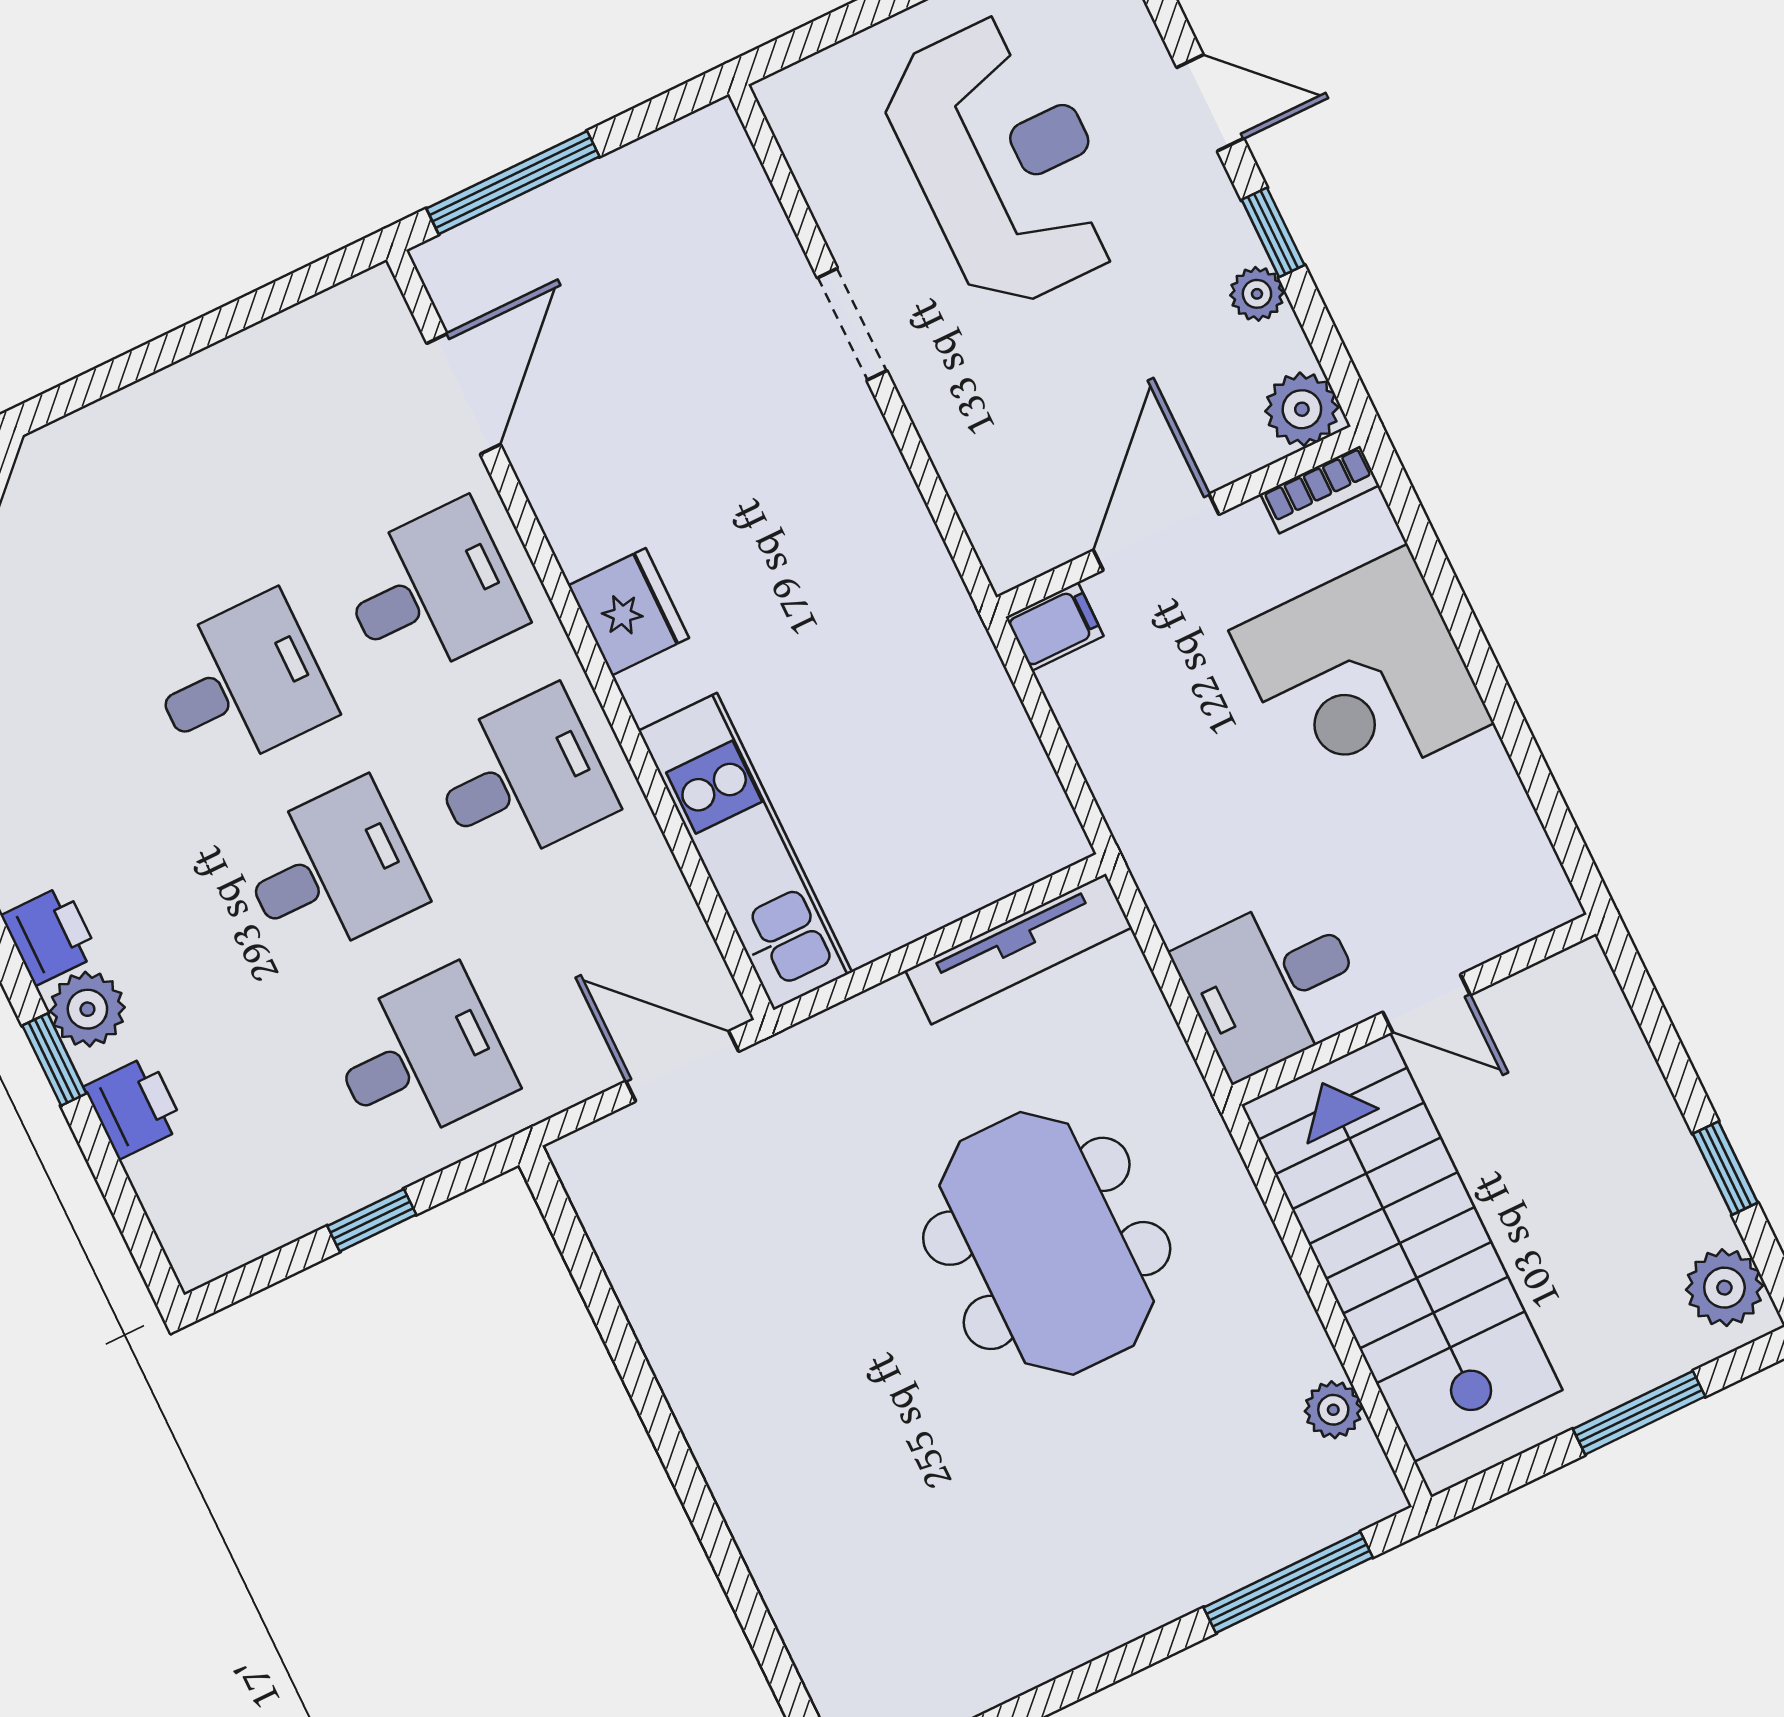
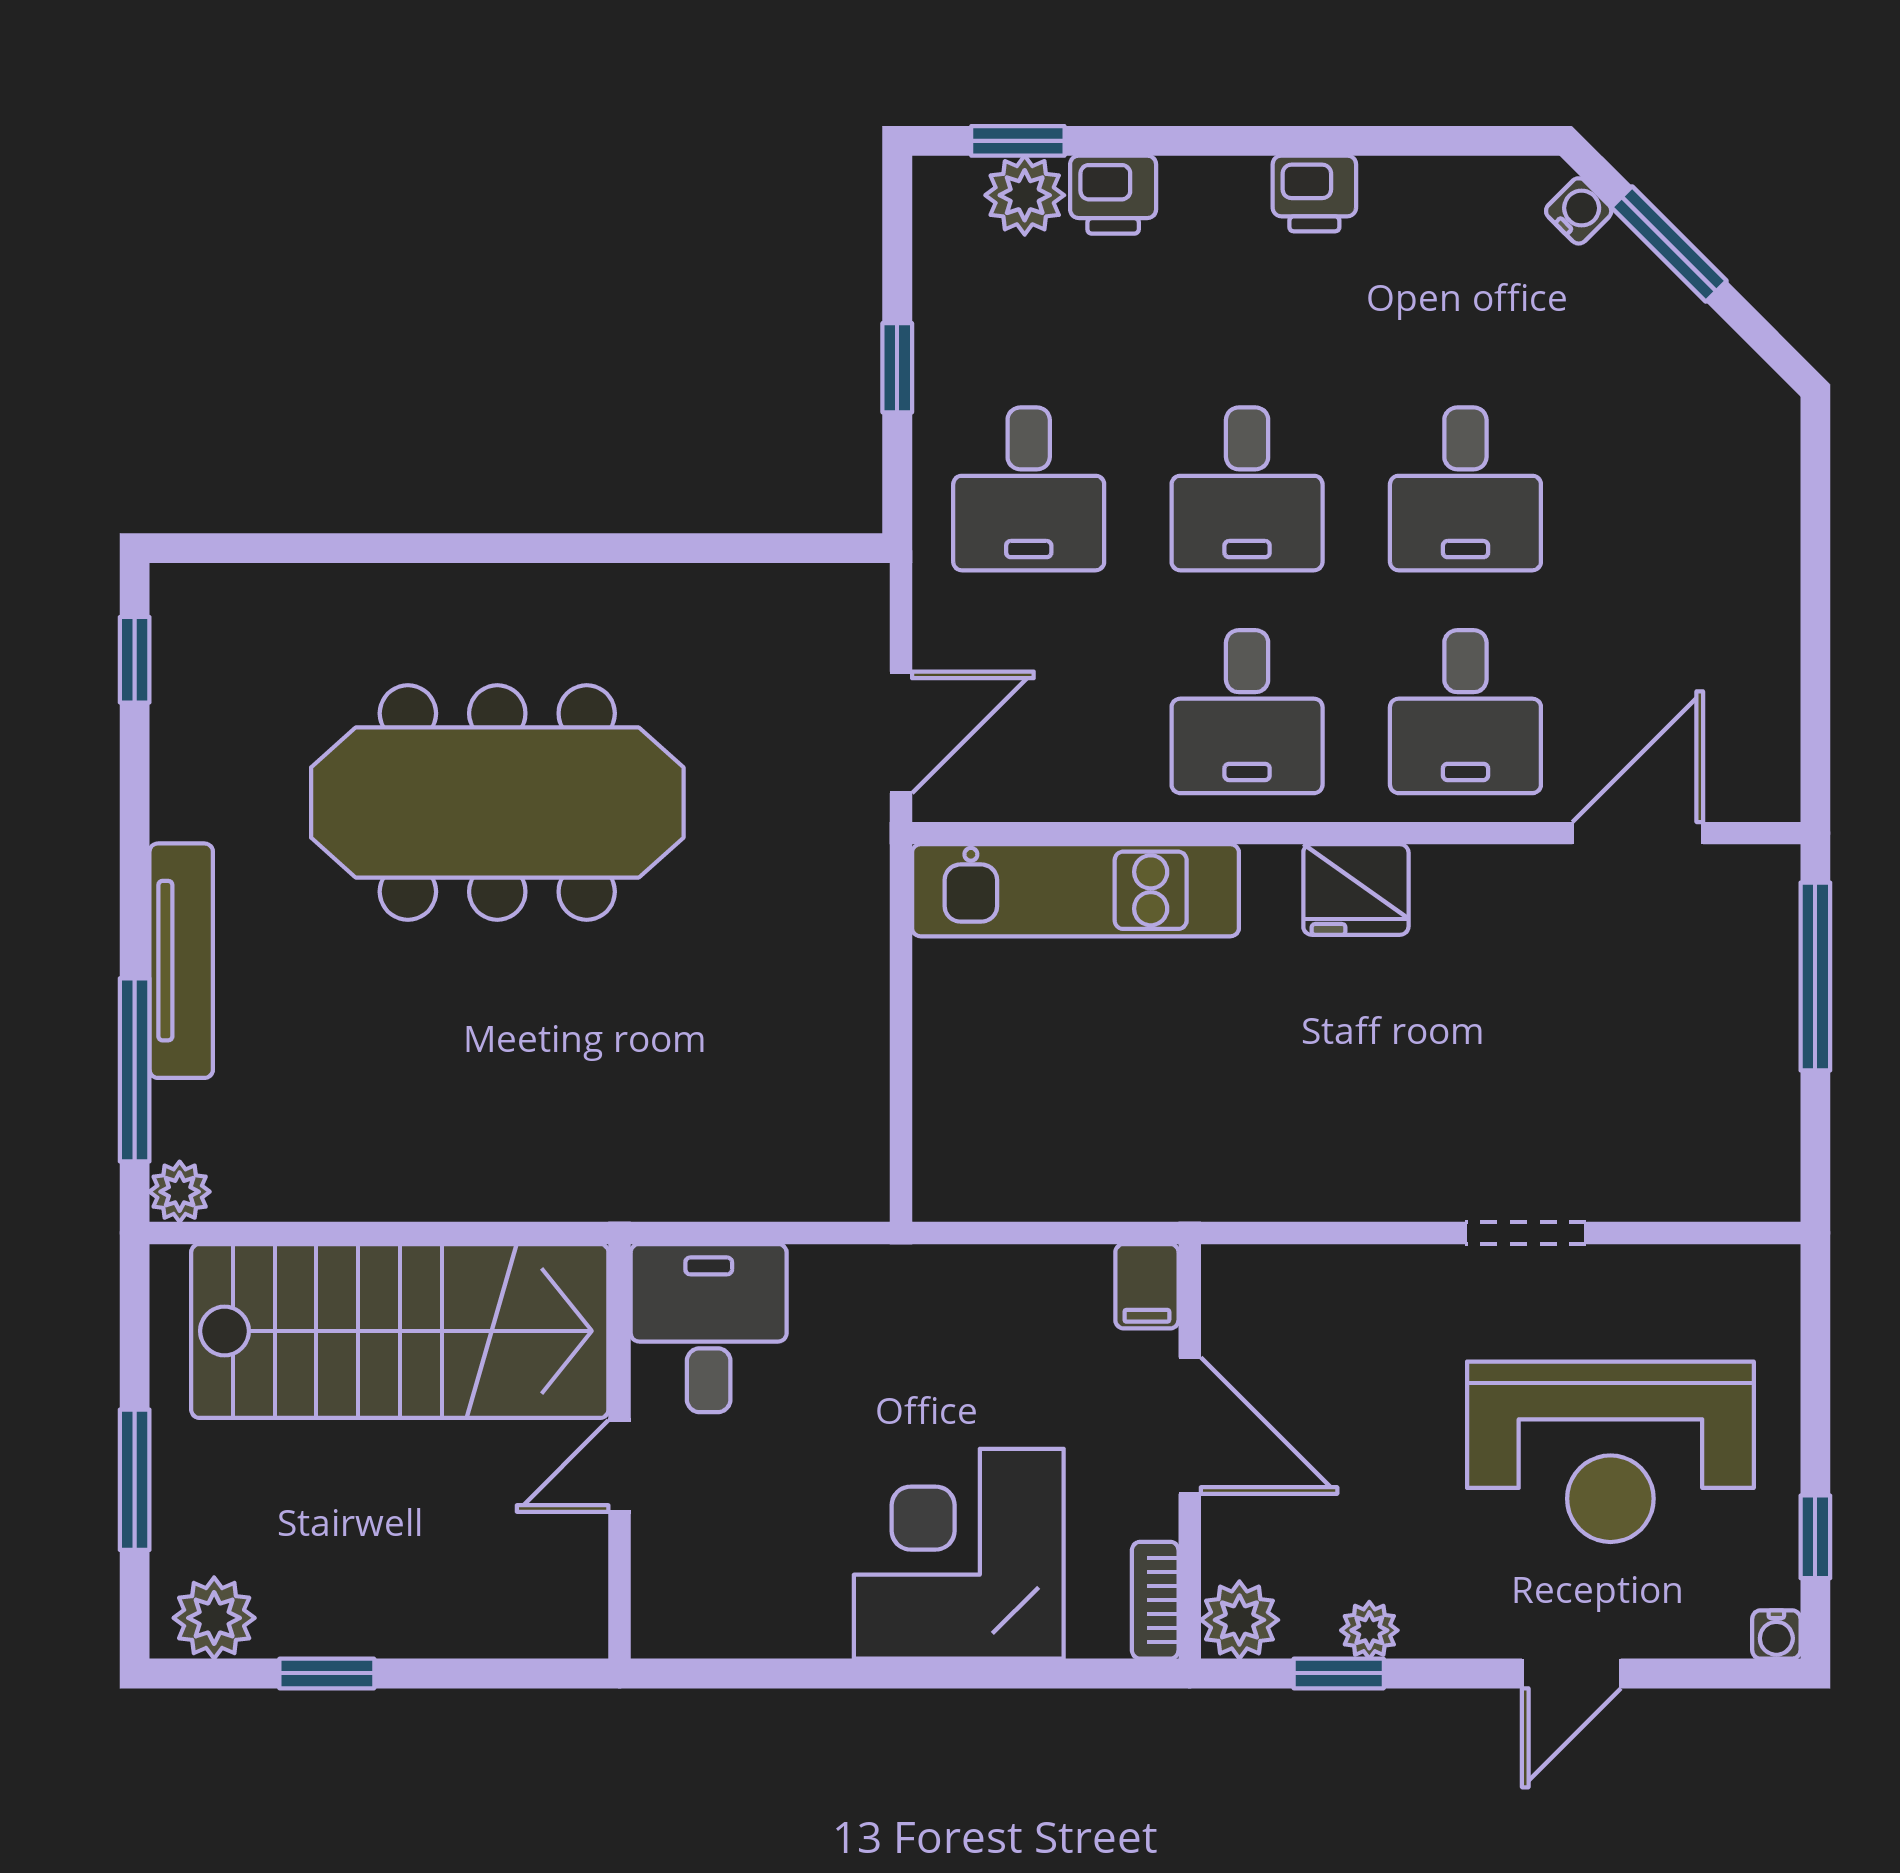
window: (1273, 232) -> (1339, 1673), moved
door: (464, 394) -> (1638, 833), swing flipped
tv unit: (1019, 949) -> (181, 961), moved, turned 180
plant: (87, 1009) -> (1025, 195), moved
window: (54, 1060) -> (1018, 141), moved
meeting table: (1047, 1243) -> (497, 803), moved, width x1.36
plant: (1333, 1410) -> (180, 1192), moved

